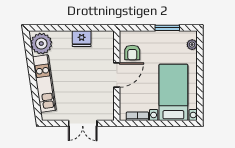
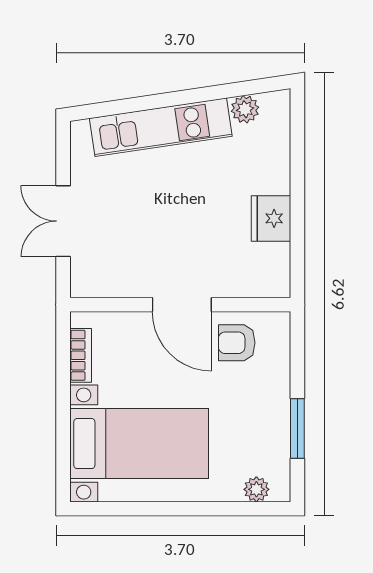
plant: (41, 44) -> (245, 109), width x0.53, depth x0.53

